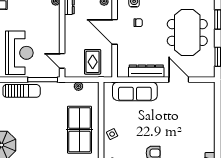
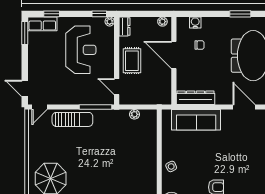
reception desk: (19, 53) -> (81, 50), moved
rug: (93, 62) -> (132, 61), moved
dresser: (146, 71) -> (196, 98), moved
table tennis table: (79, 130) -> (136, 162), removed

